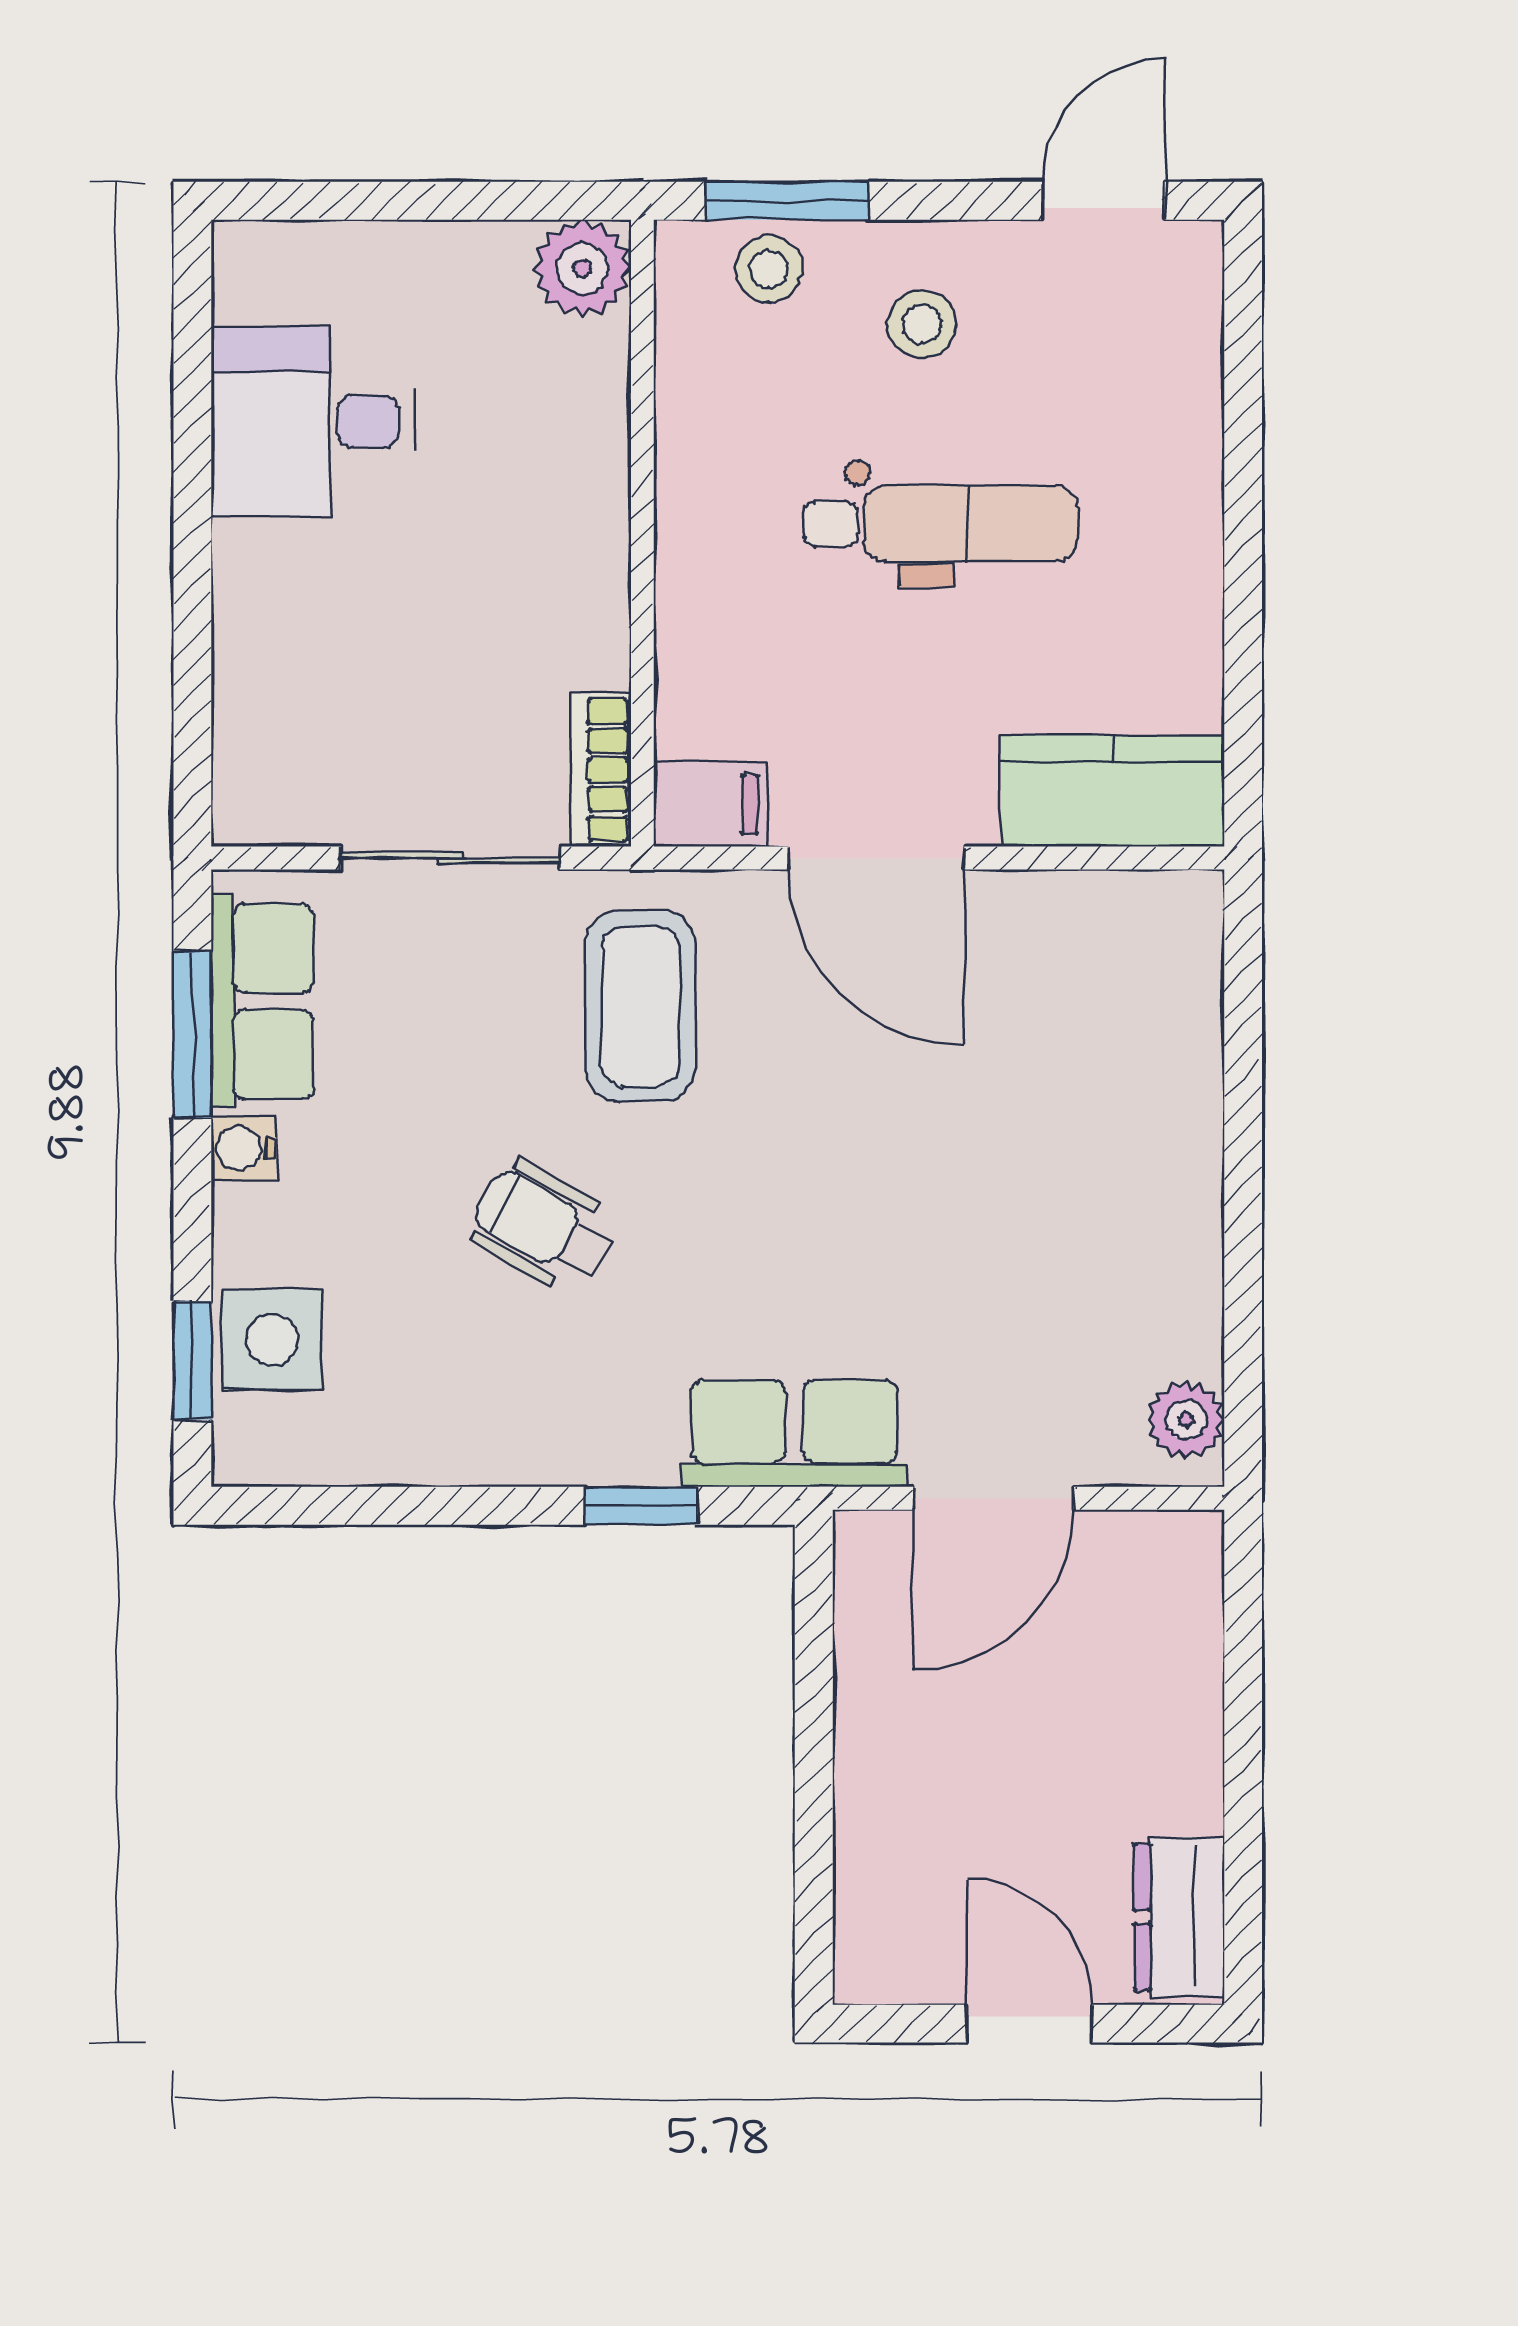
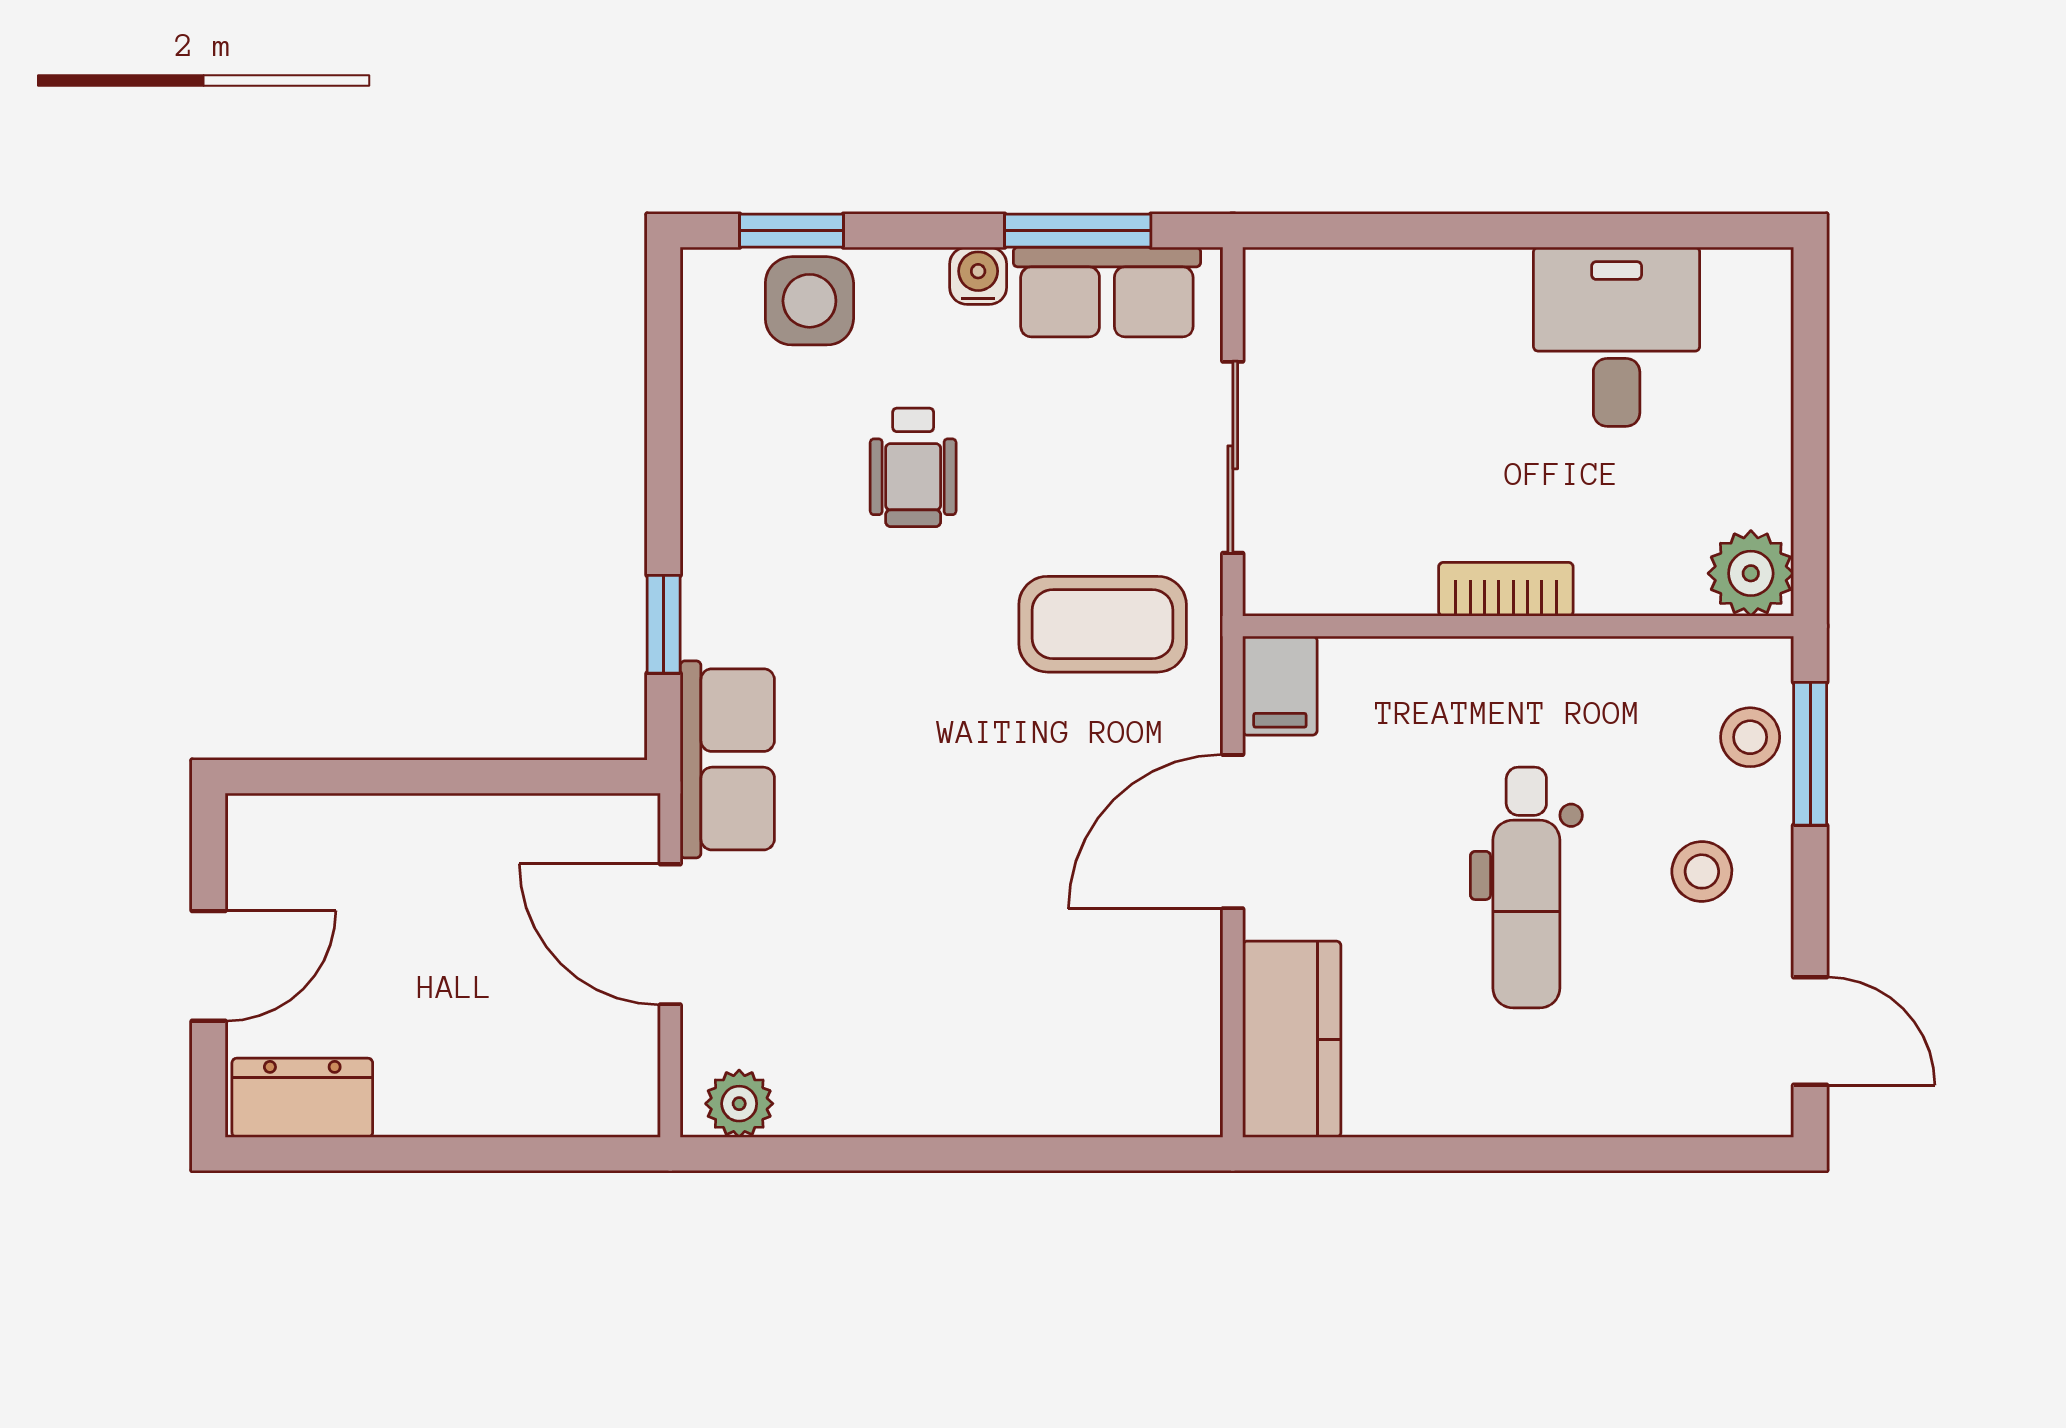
bookcase: (601, 770) -> (1506, 589), moved
wheelchair: (544, 1227) -> (913, 467), moved, turned 150

